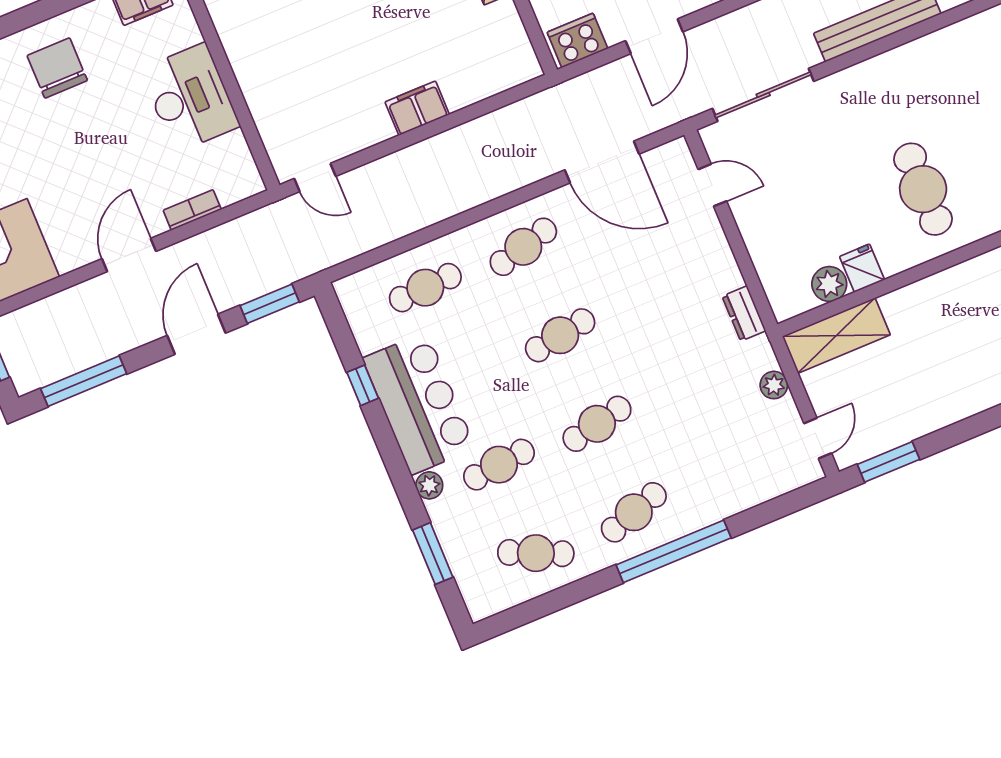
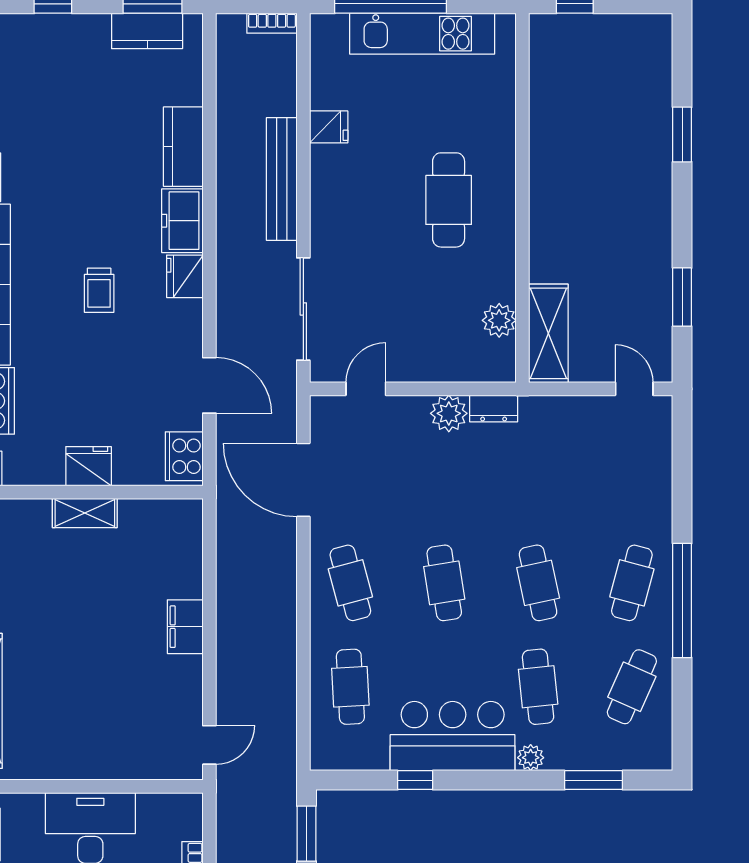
door: (602, 162) -> (303, 480), swing flipped
cafe table: (923, 189) -> (449, 200), turned 90
fridge: (862, 268) -> (329, 127), moved, turned 180
plant: (774, 385) -> (449, 413), moved, width x1.38, depth x1.38
window: (888, 462) -> (682, 297), moved
cafe table: (634, 512) -> (632, 583), turned 33
window: (674, 551) -> (682, 601), moved

